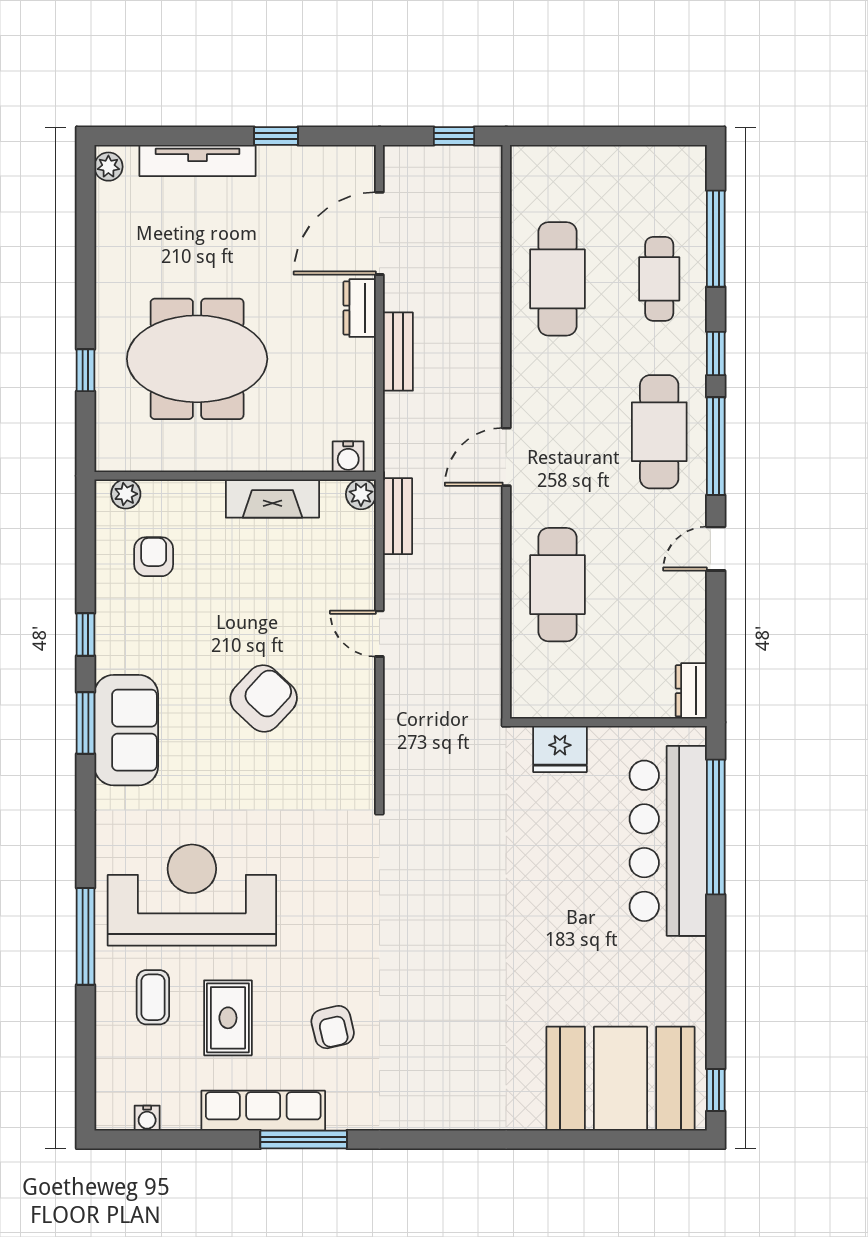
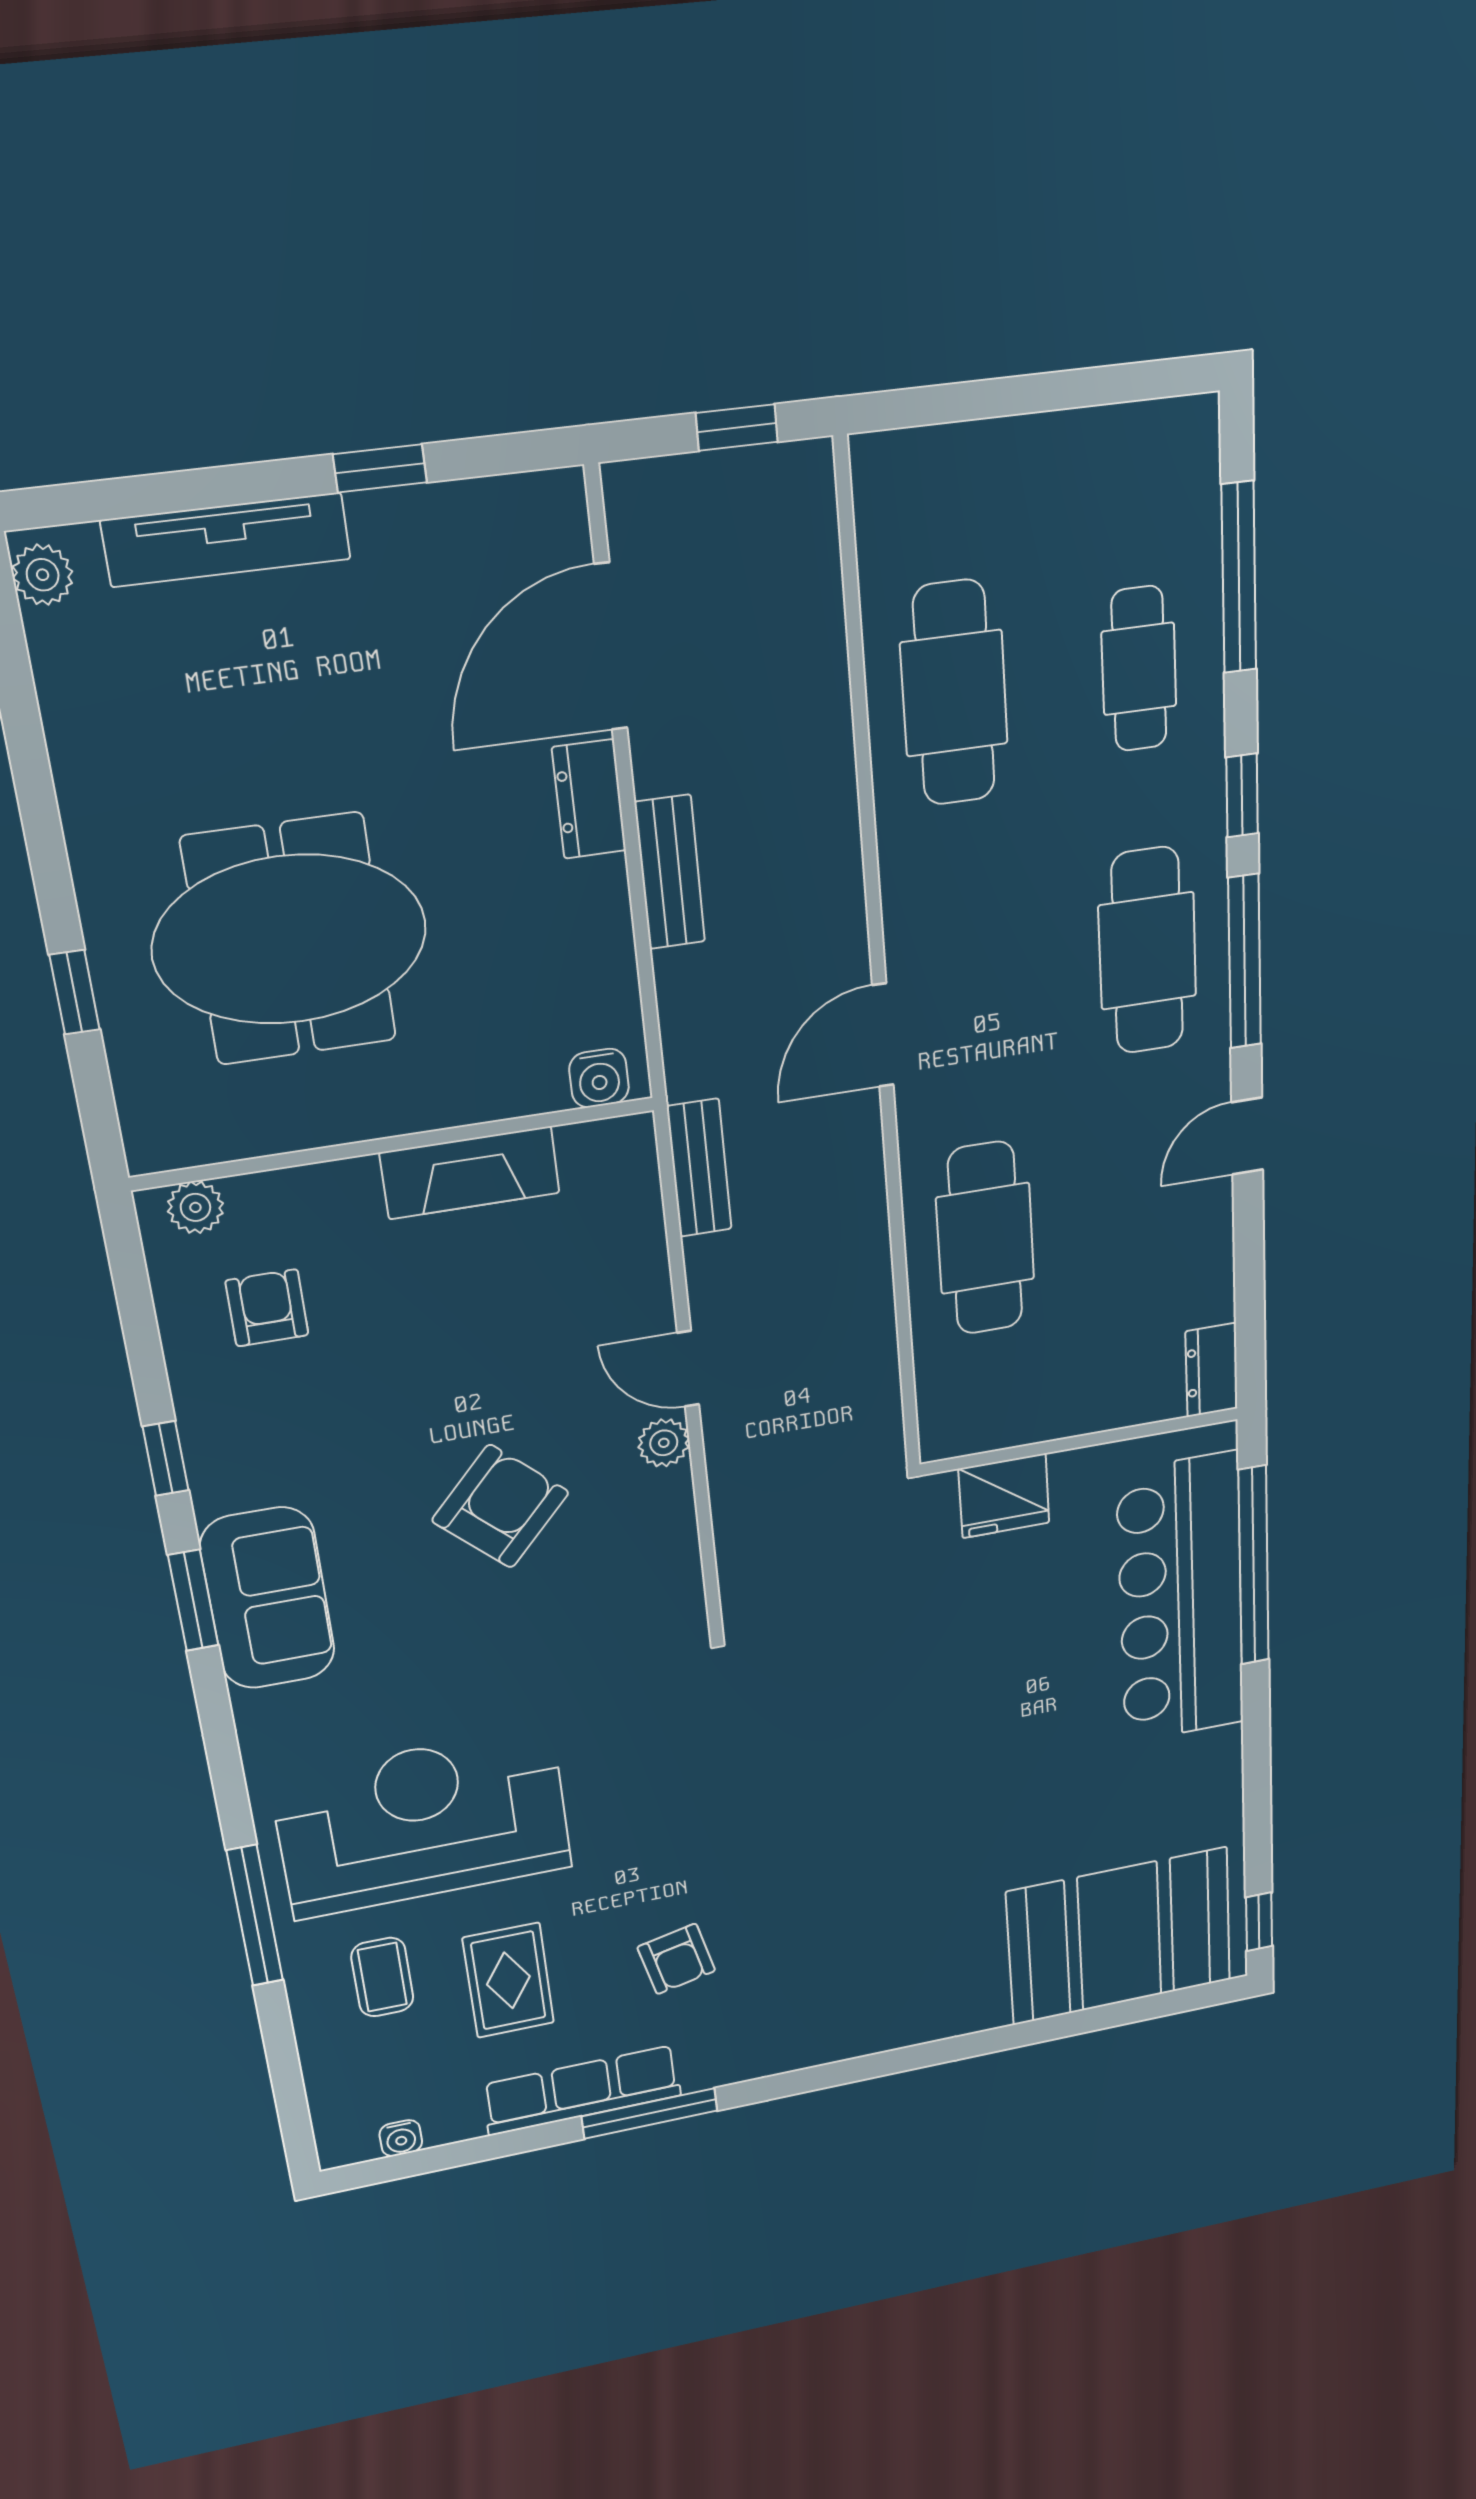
plant: (361, 494) -> (664, 1443), moved

